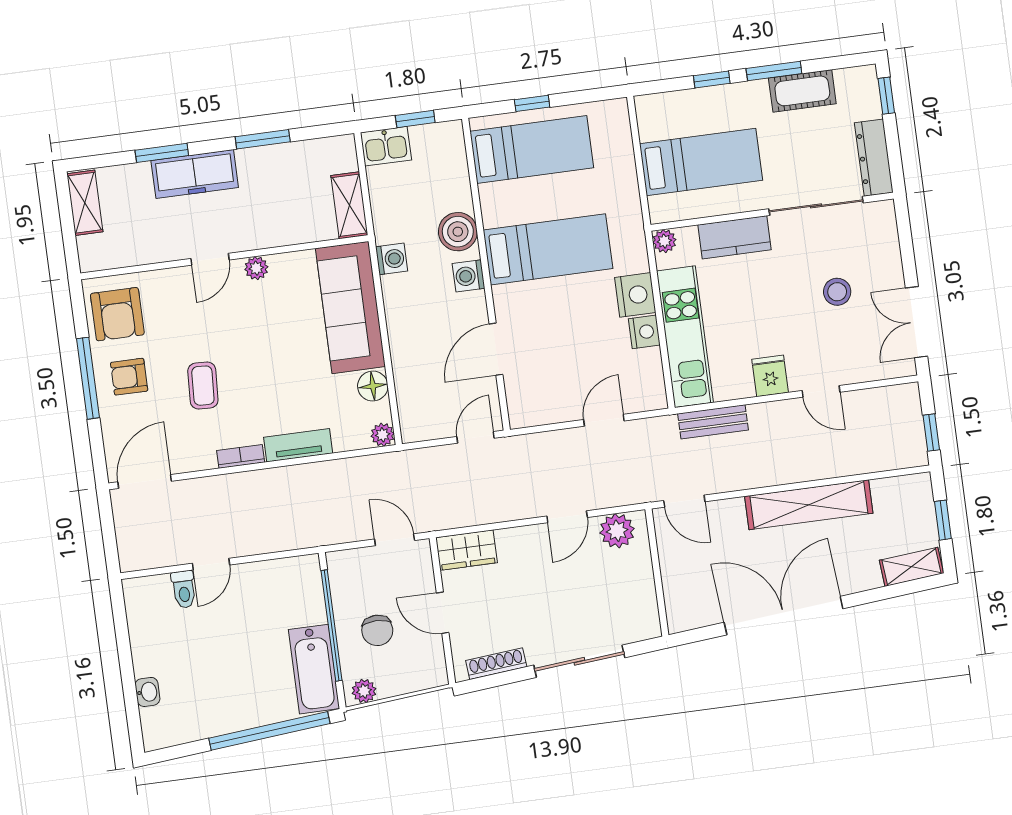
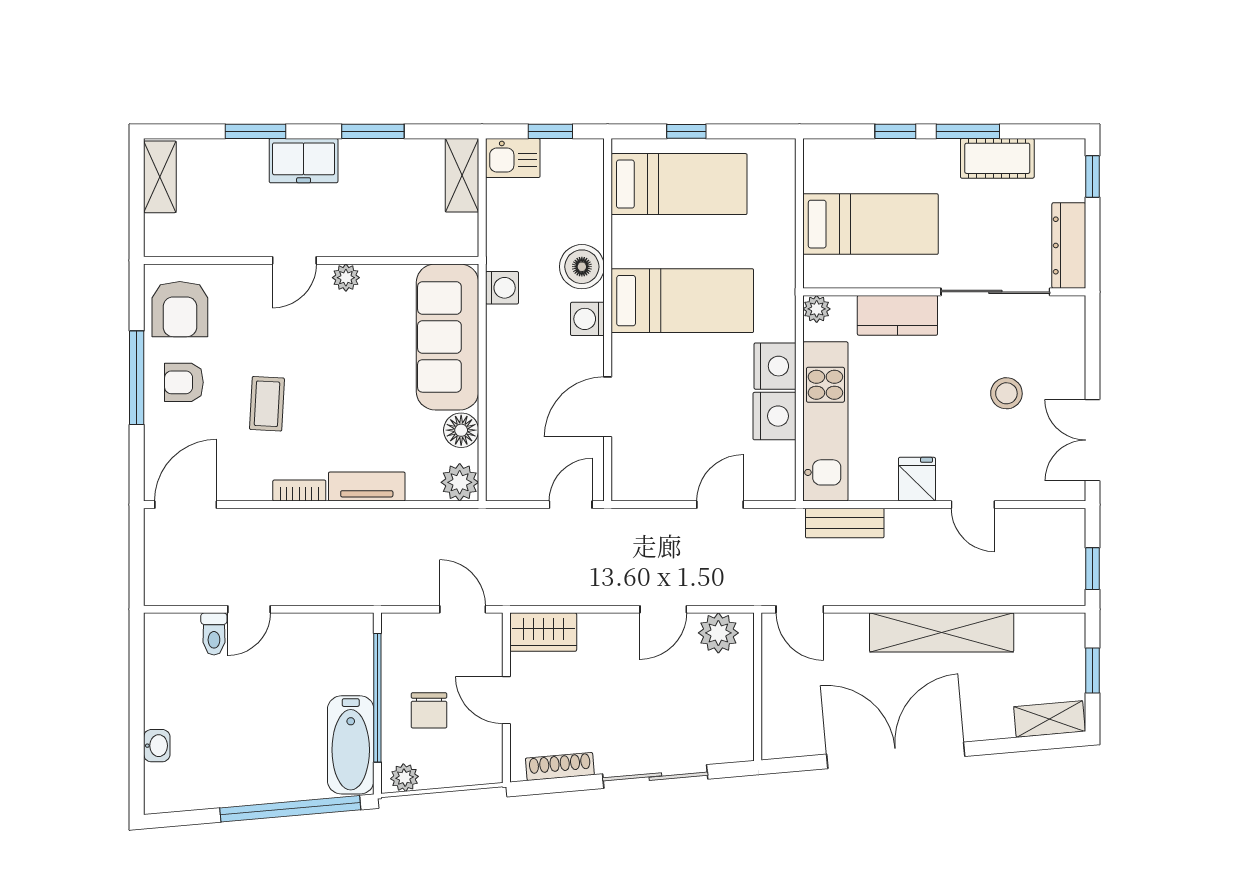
freezer: (195, 174) -> (304, 161), width x0.71
shelving: (349, 205) -> (462, 175), moved
nightstand: (644, 332) -> (775, 416), width x1.36, depth x1.33
plant: (383, 435) -> (460, 482), width x1.38, depth x1.38

